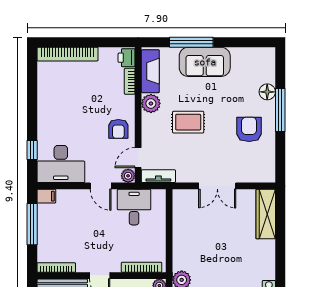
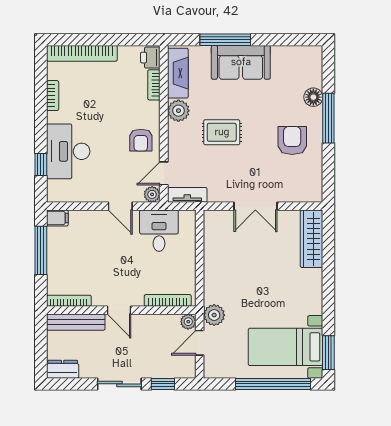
bookcase: (42, 90) -> (53, 96), added
desk: (61, 164) -> (68, 151), moved, turned 90

